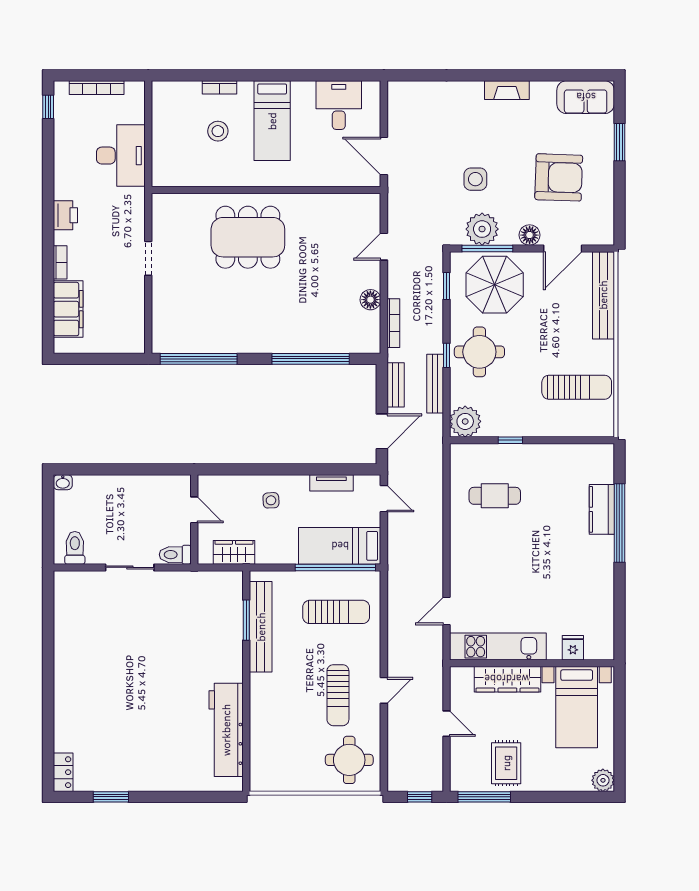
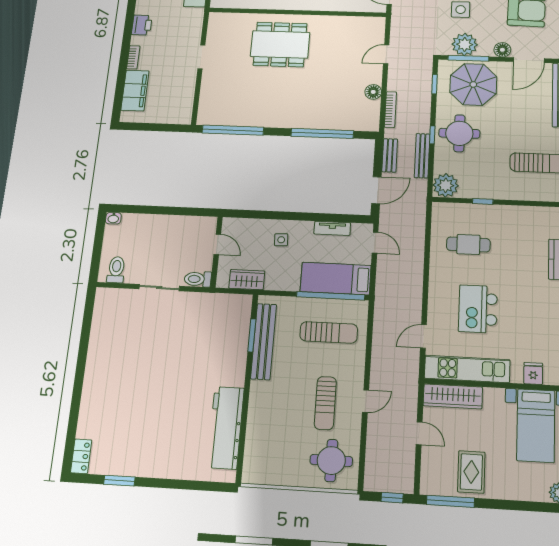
kitchen island: (508, 575) -> (478, 309), added
wardrobe: (507, 679) -> (453, 396), moved

